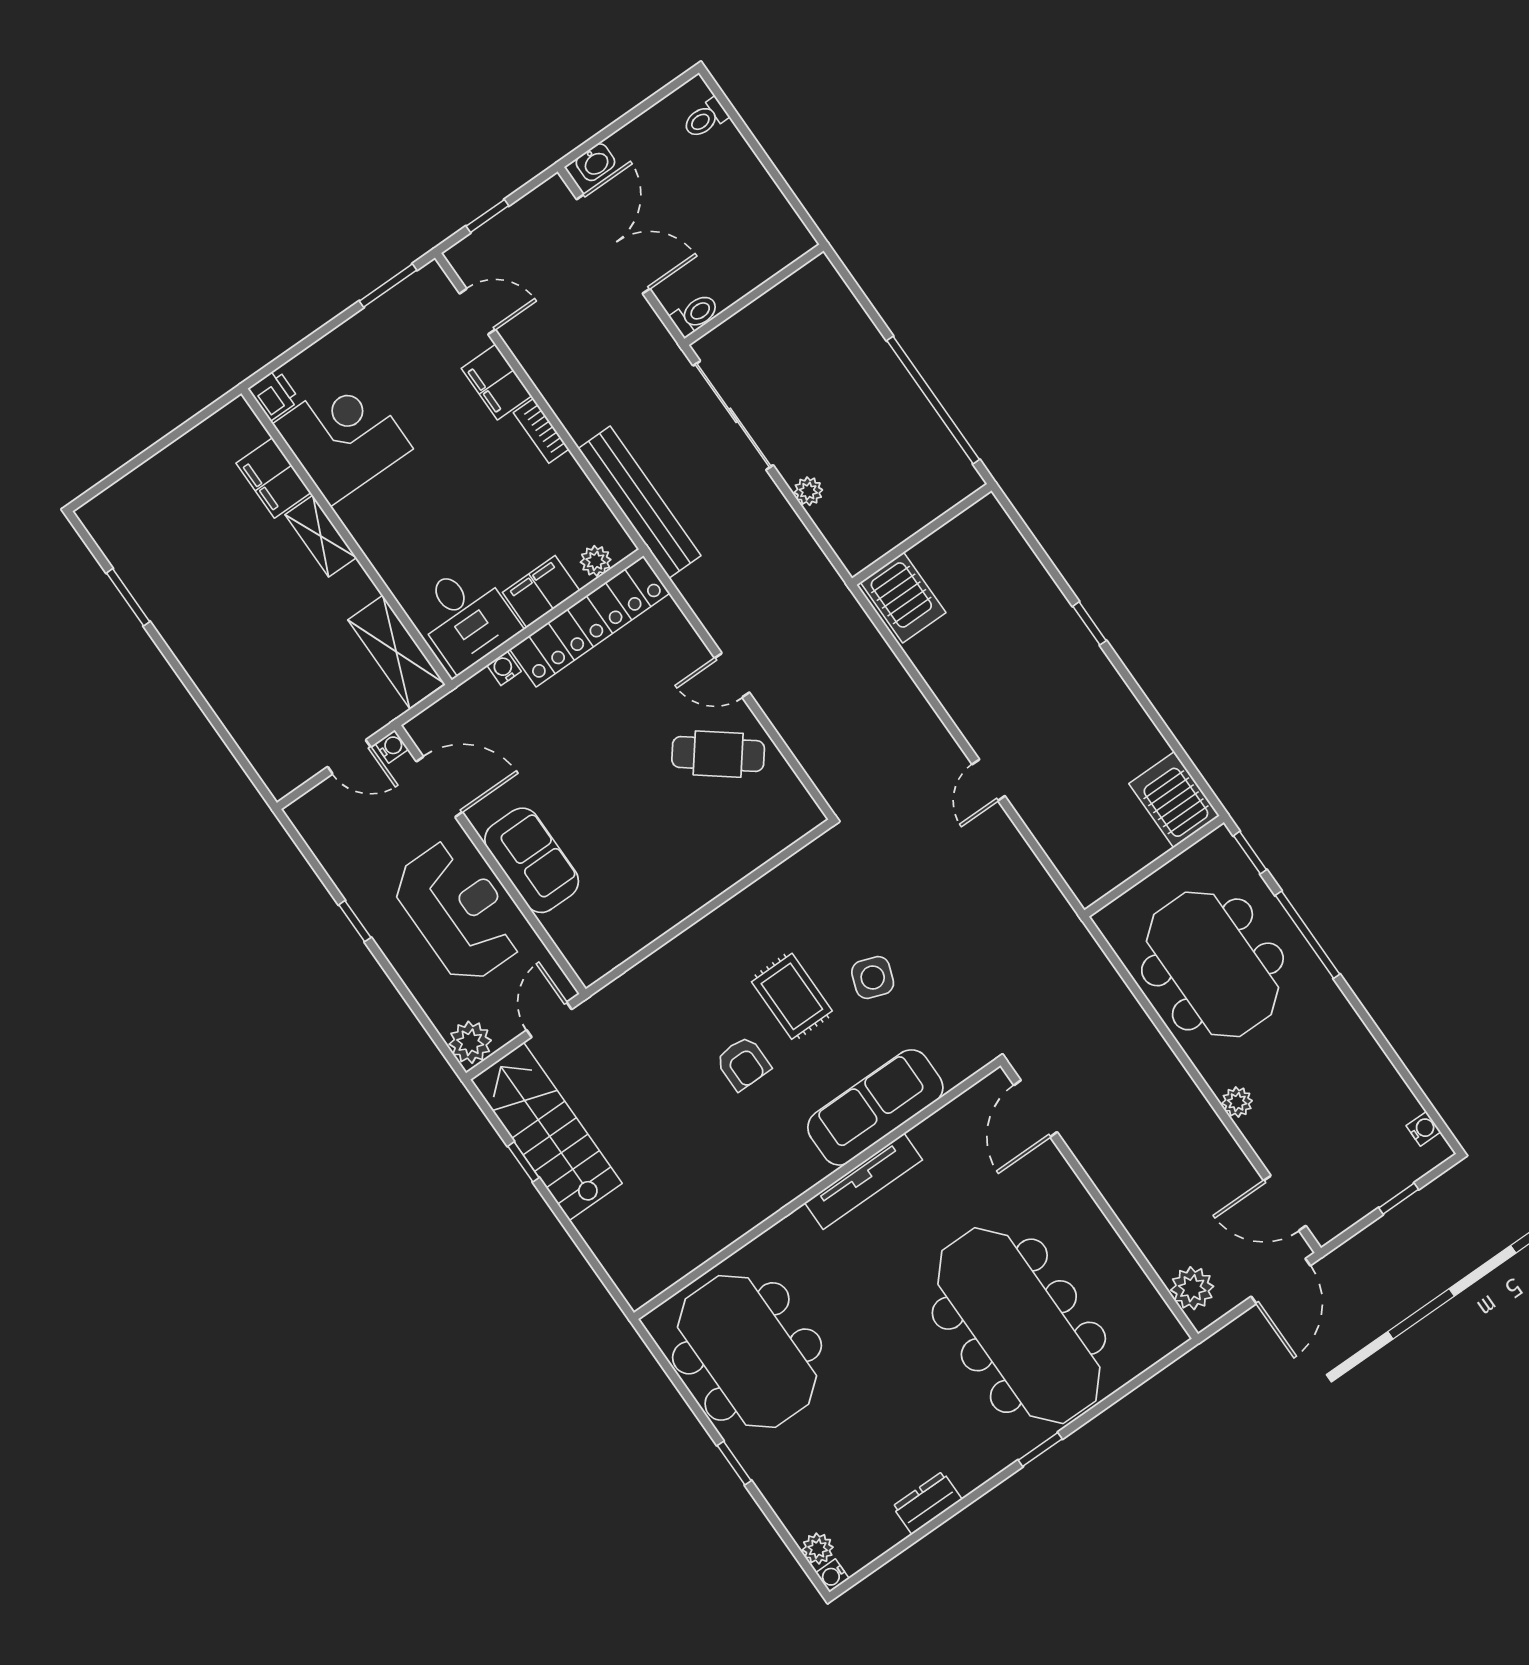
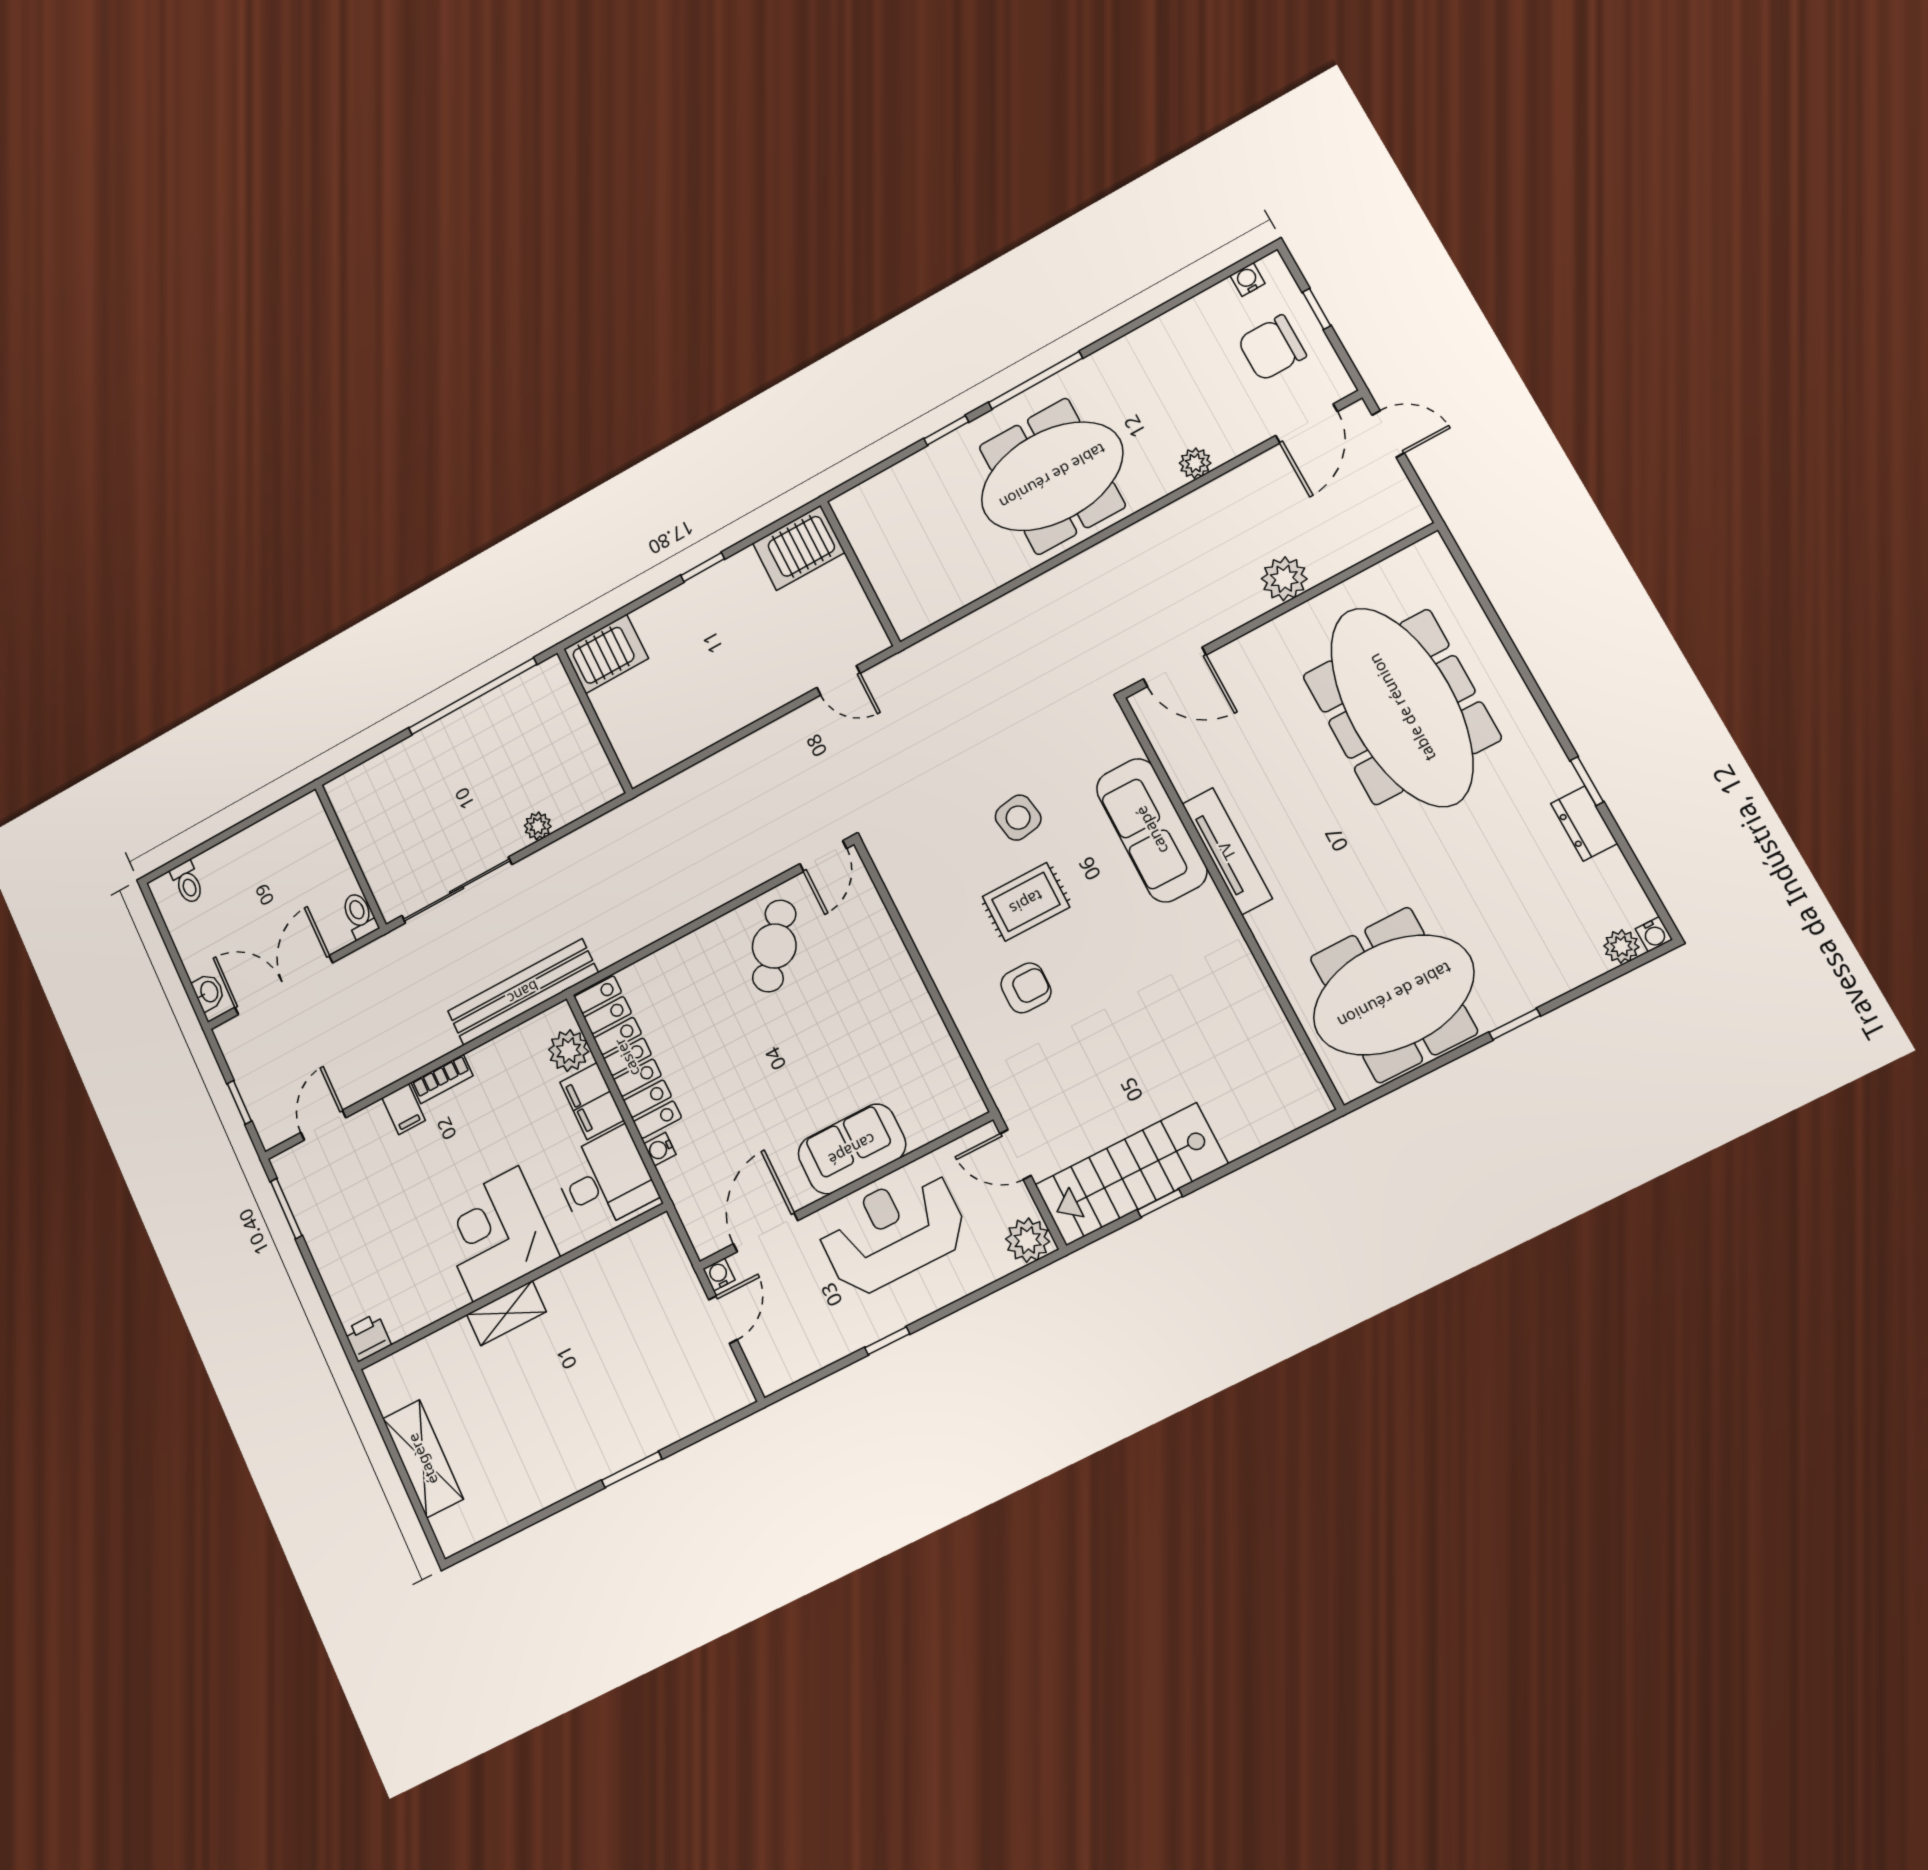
filing cabinet: (496, 382) -> (404, 1109), width x0.50
corner desk: (343, 436) -> (496, 1234), moved
filing cabinet: (274, 478) -> (445, 1351), removed
plant: (596, 561) -> (569, 1051), width x1.38, depth x1.38
window: (128, 597) -> (632, 1470), moved
server rack: (903, 597) -> (606, 654), moved
shelving: (396, 652) -> (423, 1459), moved, turned 90
door: (732, 675) -> (823, 856), moved
server rack: (1174, 800) -> (799, 548), moved
wall: (1154, 866) -> (860, 573), moved
side table: (873, 978) -> (1018, 818), turned -30
armchair: (743, 1063) -> (1026, 988), moved
chair: (1357, 1161) -> (1272, 348), added
door: (1281, 1281) -> (1388, 434), width x0.73
plant: (1192, 1288) -> (1284, 579), moved
meeting table: (1019, 1326) -> (1402, 707), turned 90
window: (1040, 1450) -> (1587, 781), moved

